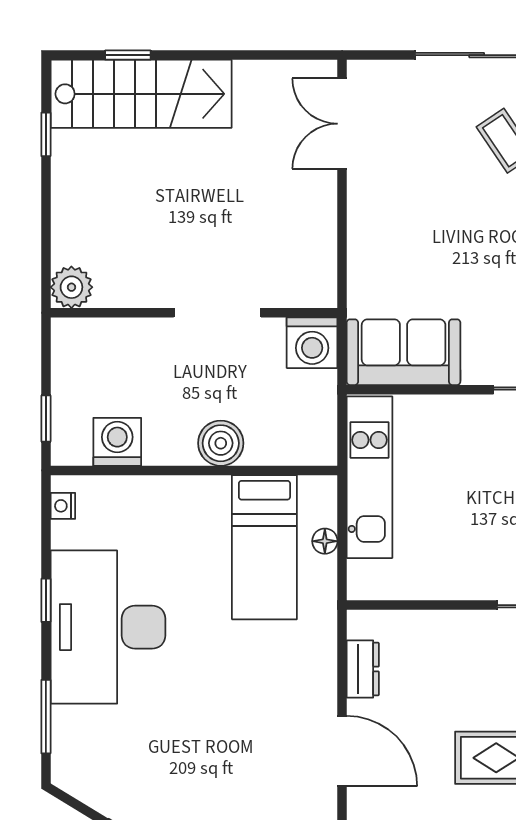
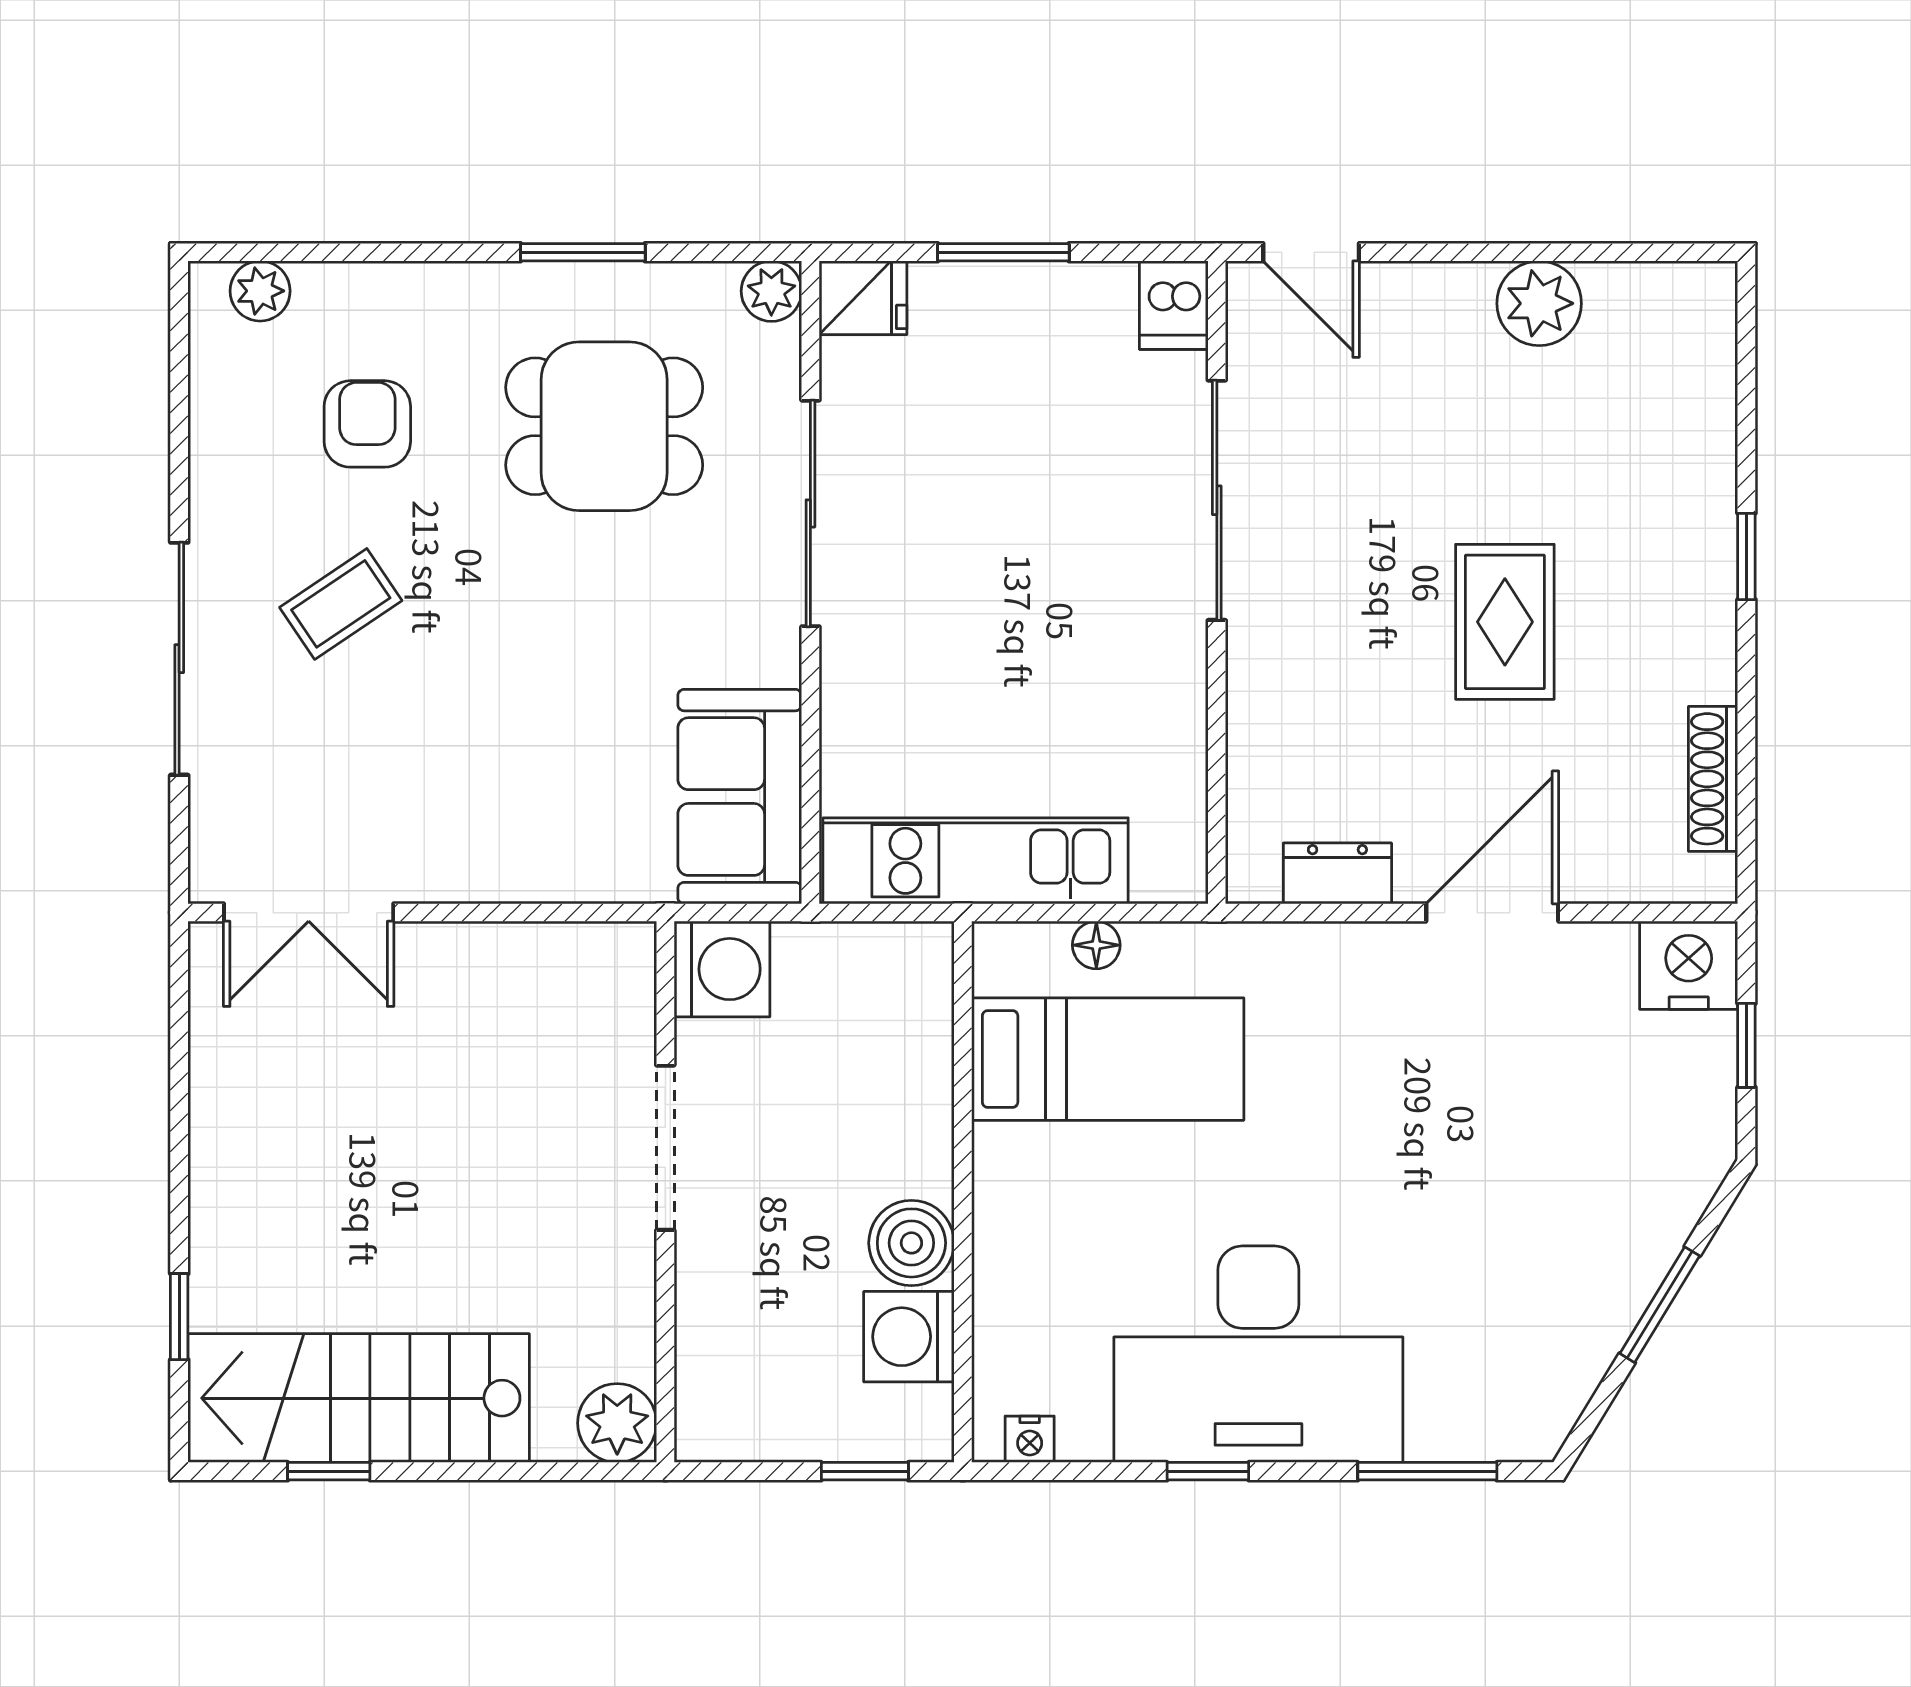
stairs: (141, 94) -> (359, 1398), moved, turned -90
boiler: (221, 443) -> (911, 1243), moved

